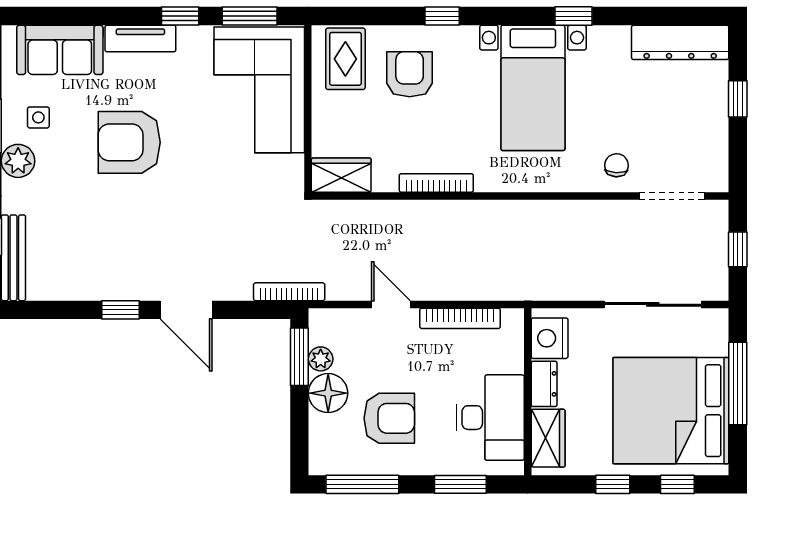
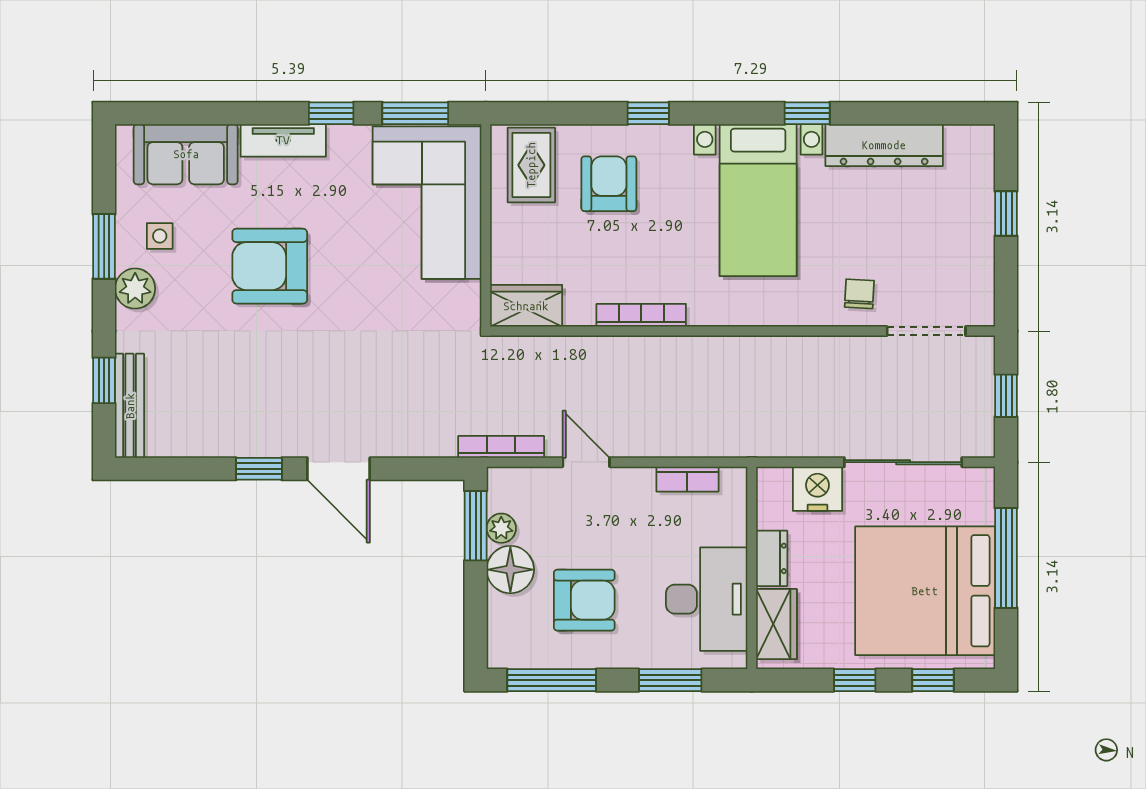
dresser: (680, 42) -> (884, 145), moved
bookcase: (289, 292) -> (501, 447), moved
bookcase: (460, 318) -> (687, 479), width x0.64
nightstand: (550, 338) -> (817, 489), moved, turned 90

